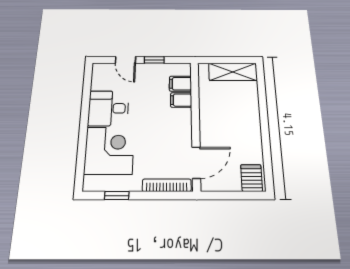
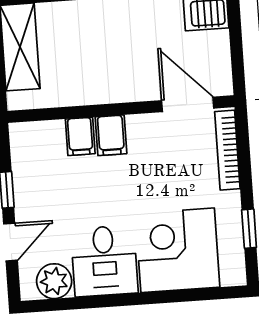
plant: (101, 81) -> (54, 281), added
filing cabinet: (180, 84) -> (111, 135), moved

